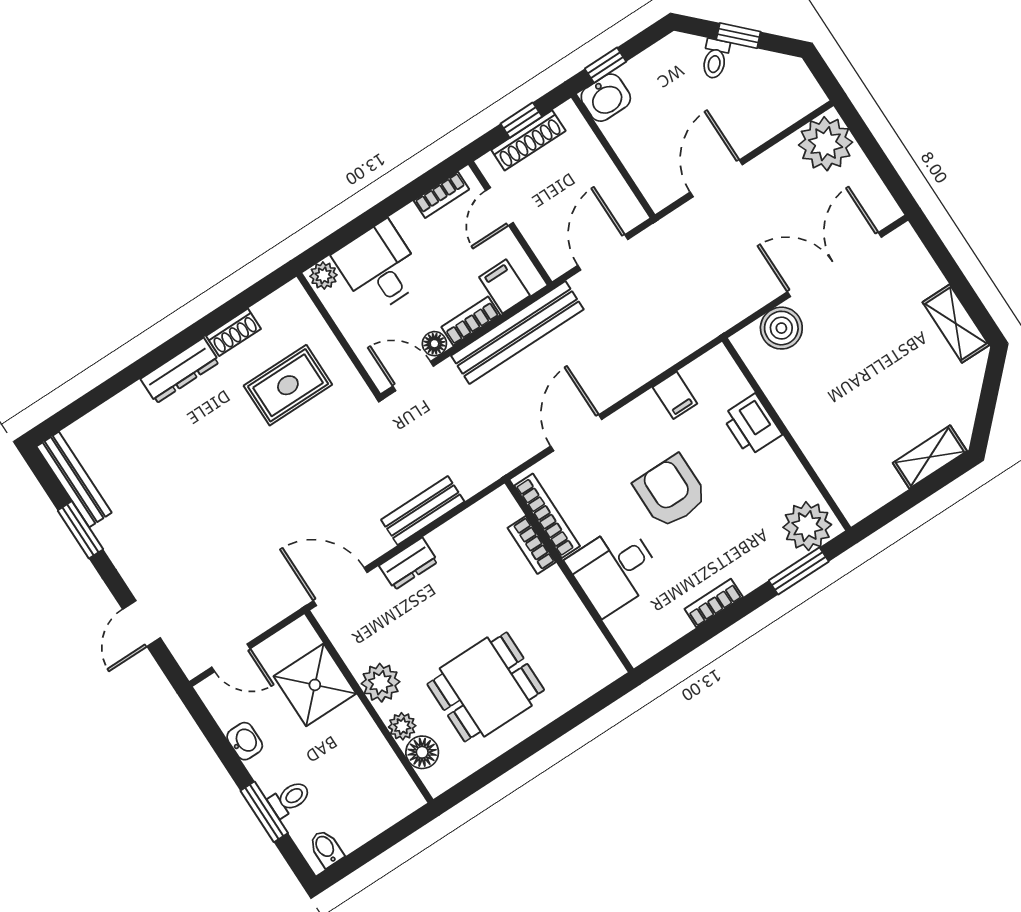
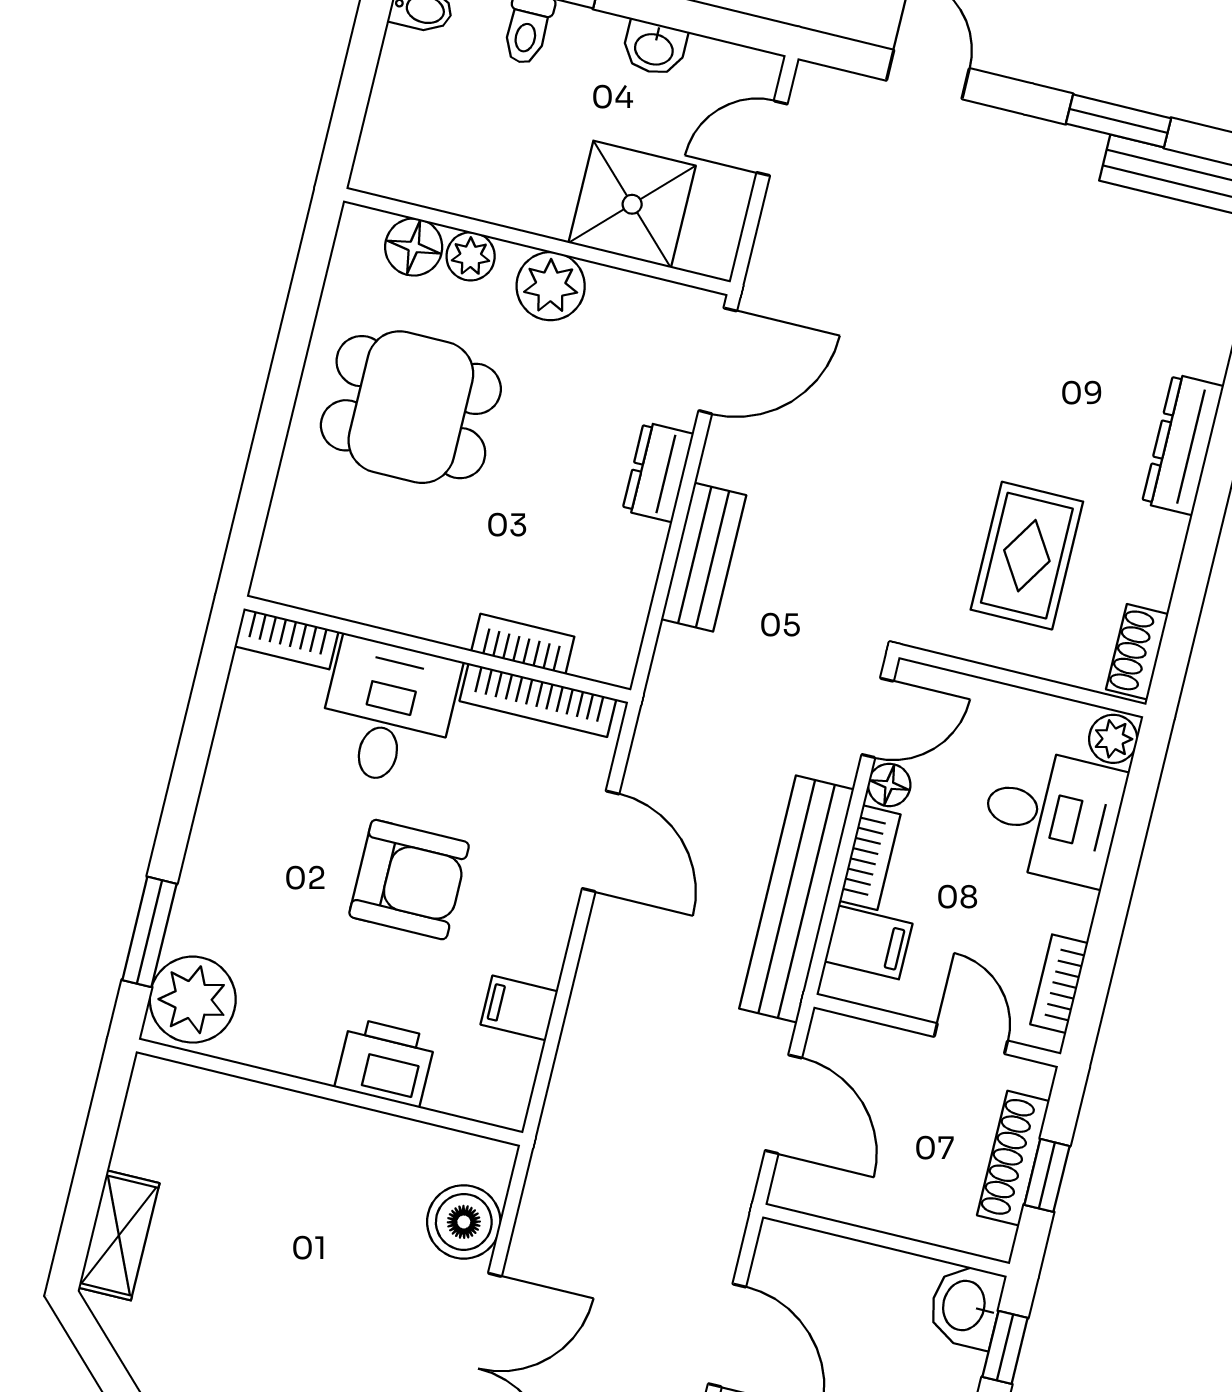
shoe rack: (233, 332) -> (1137, 652), moved
bookcase: (714, 603) -> (287, 639), moved, turned 90
dining table: (486, 687) -> (411, 407), turned 90

